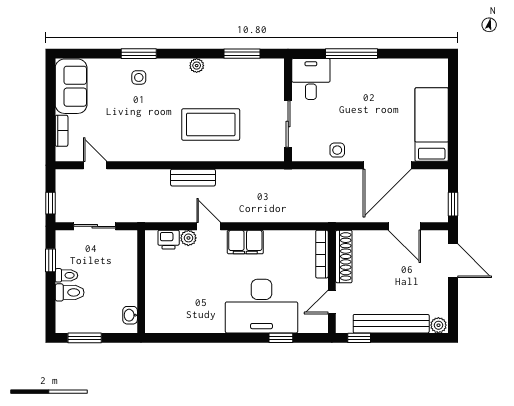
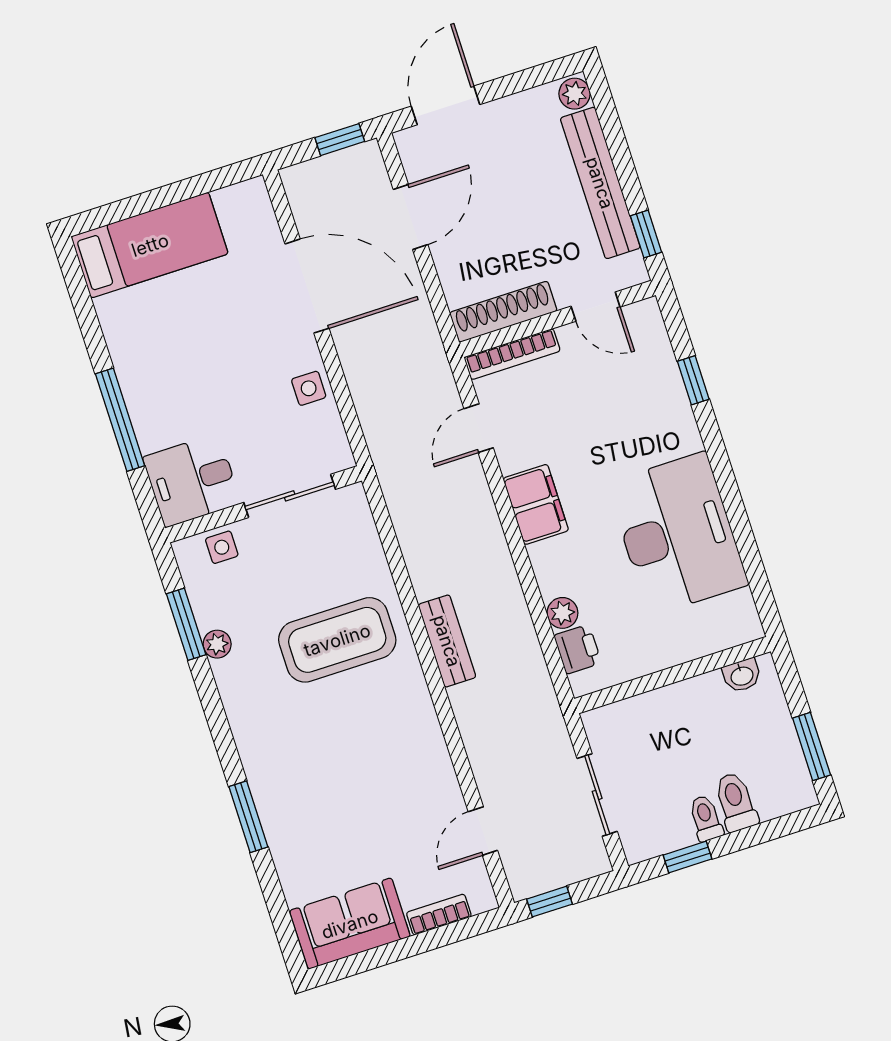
plant: (197, 66) -> (217, 644), moved
side table: (139, 77) -> (222, 547), moved
coffee table: (211, 124) -> (337, 640), turned 90
bed: (432, 125) -> (150, 245), moved, turned 180
window: (50, 203) -> (550, 902), moved
door: (209, 226) -> (479, 428), moved
desk: (261, 306) -> (677, 534), moved

